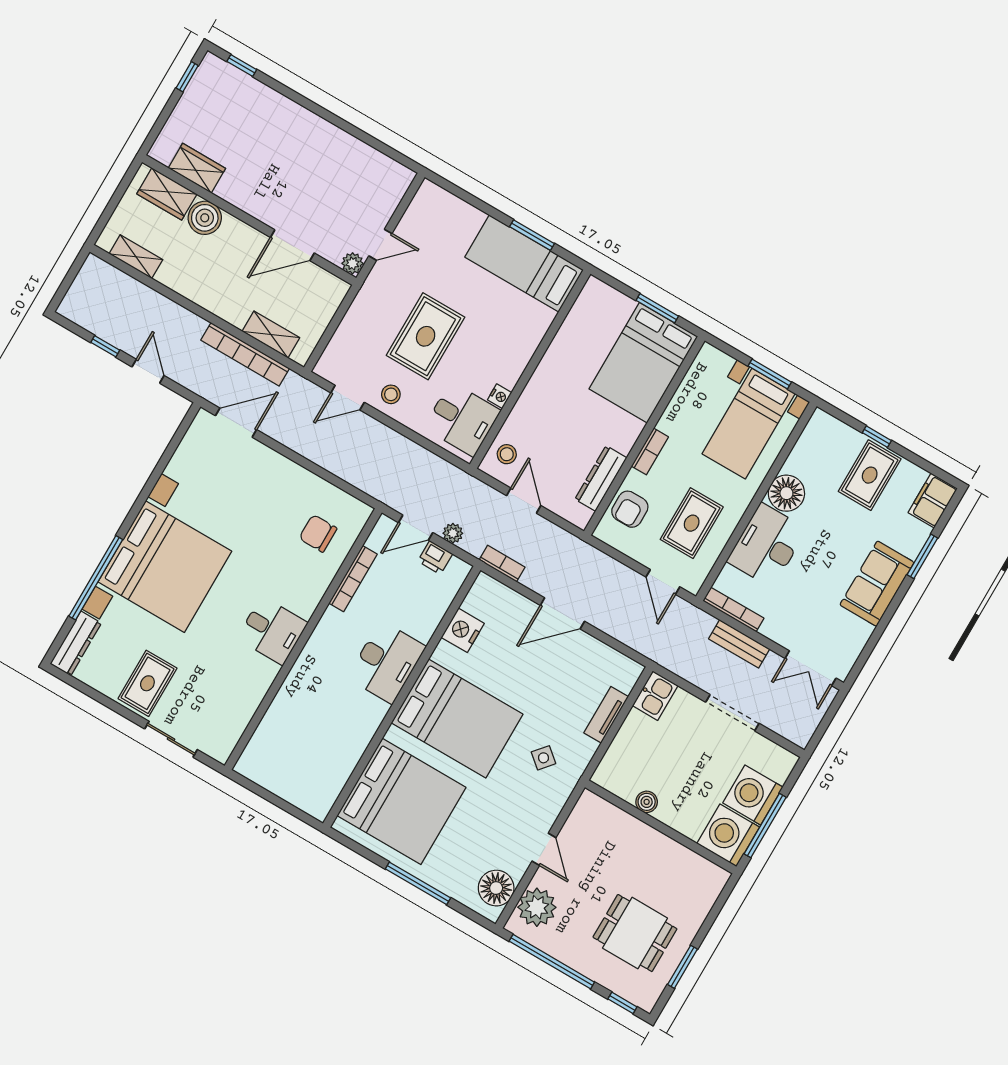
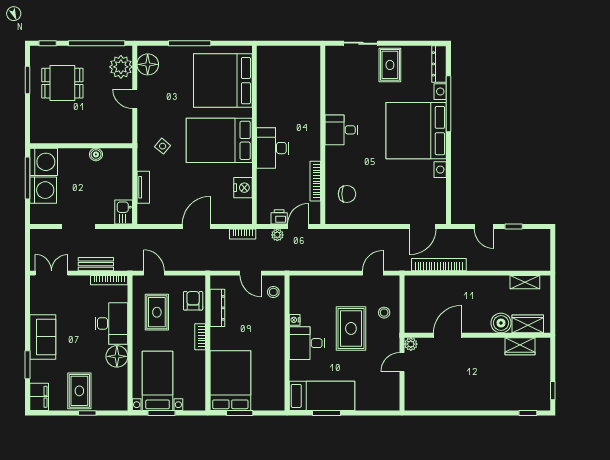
shelving: (271, 335) -> (432, 283), removed
stool: (391, 394) -> (384, 313), moved
desk: (462, 419) -> (307, 343), moved

